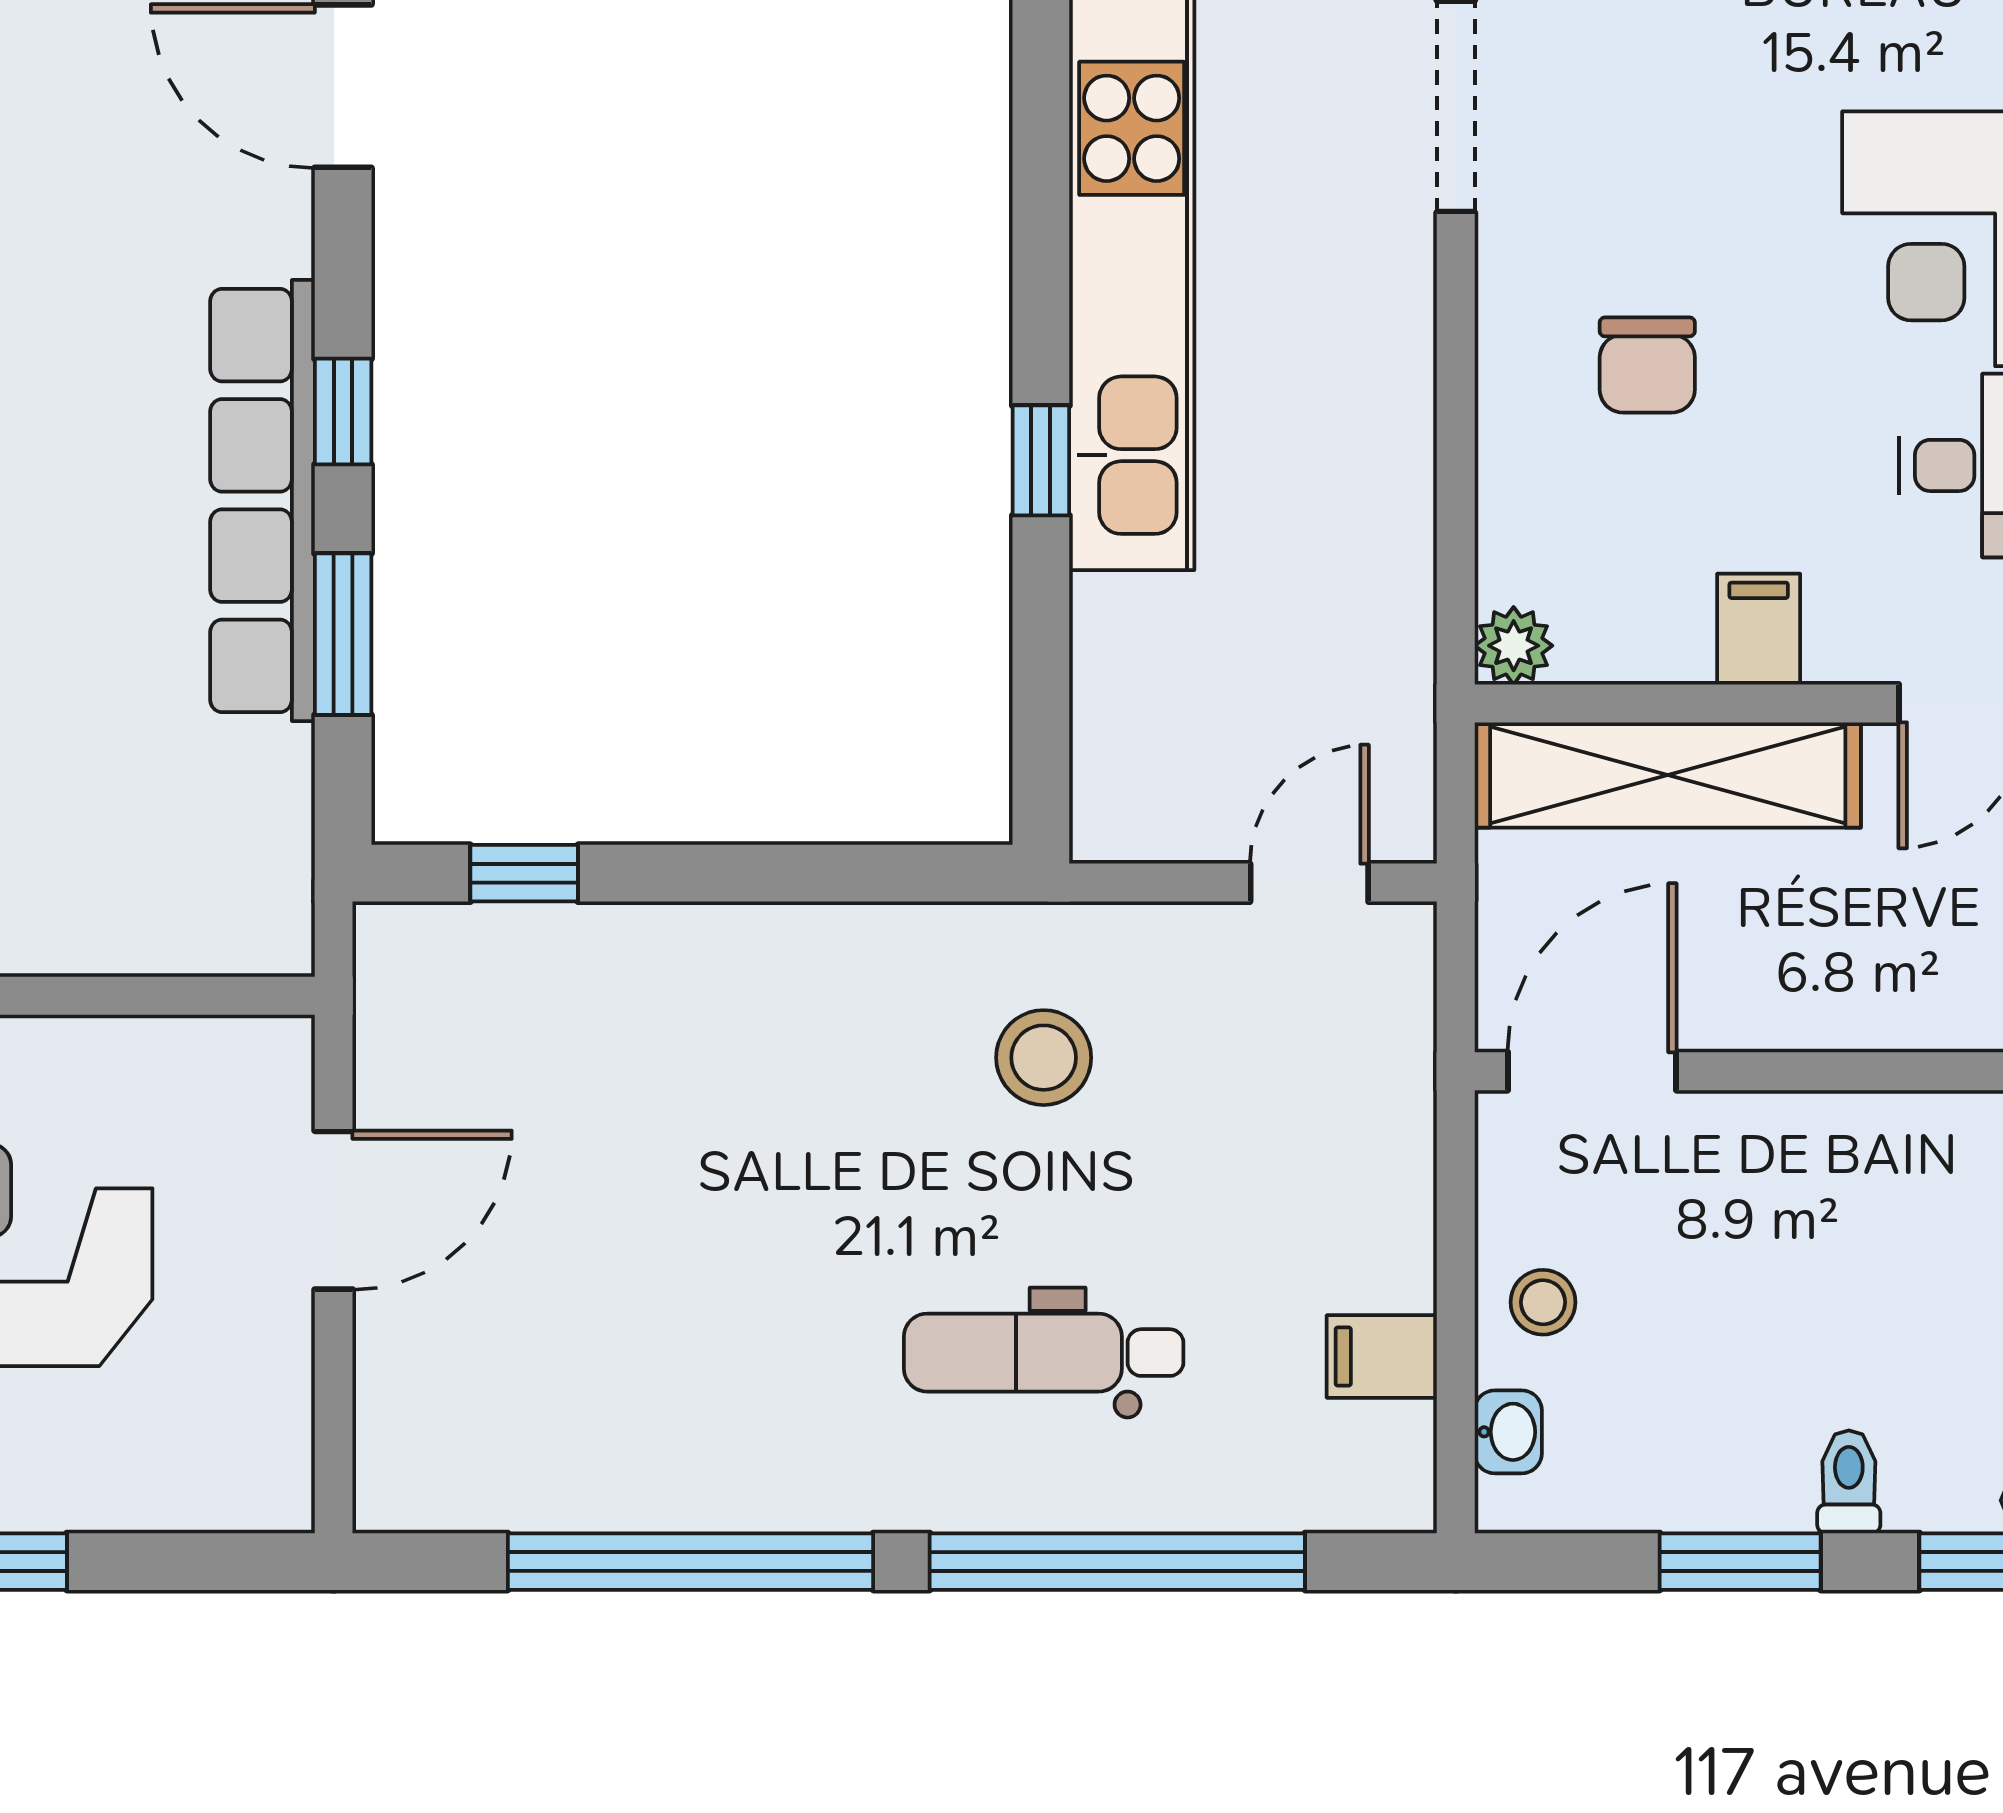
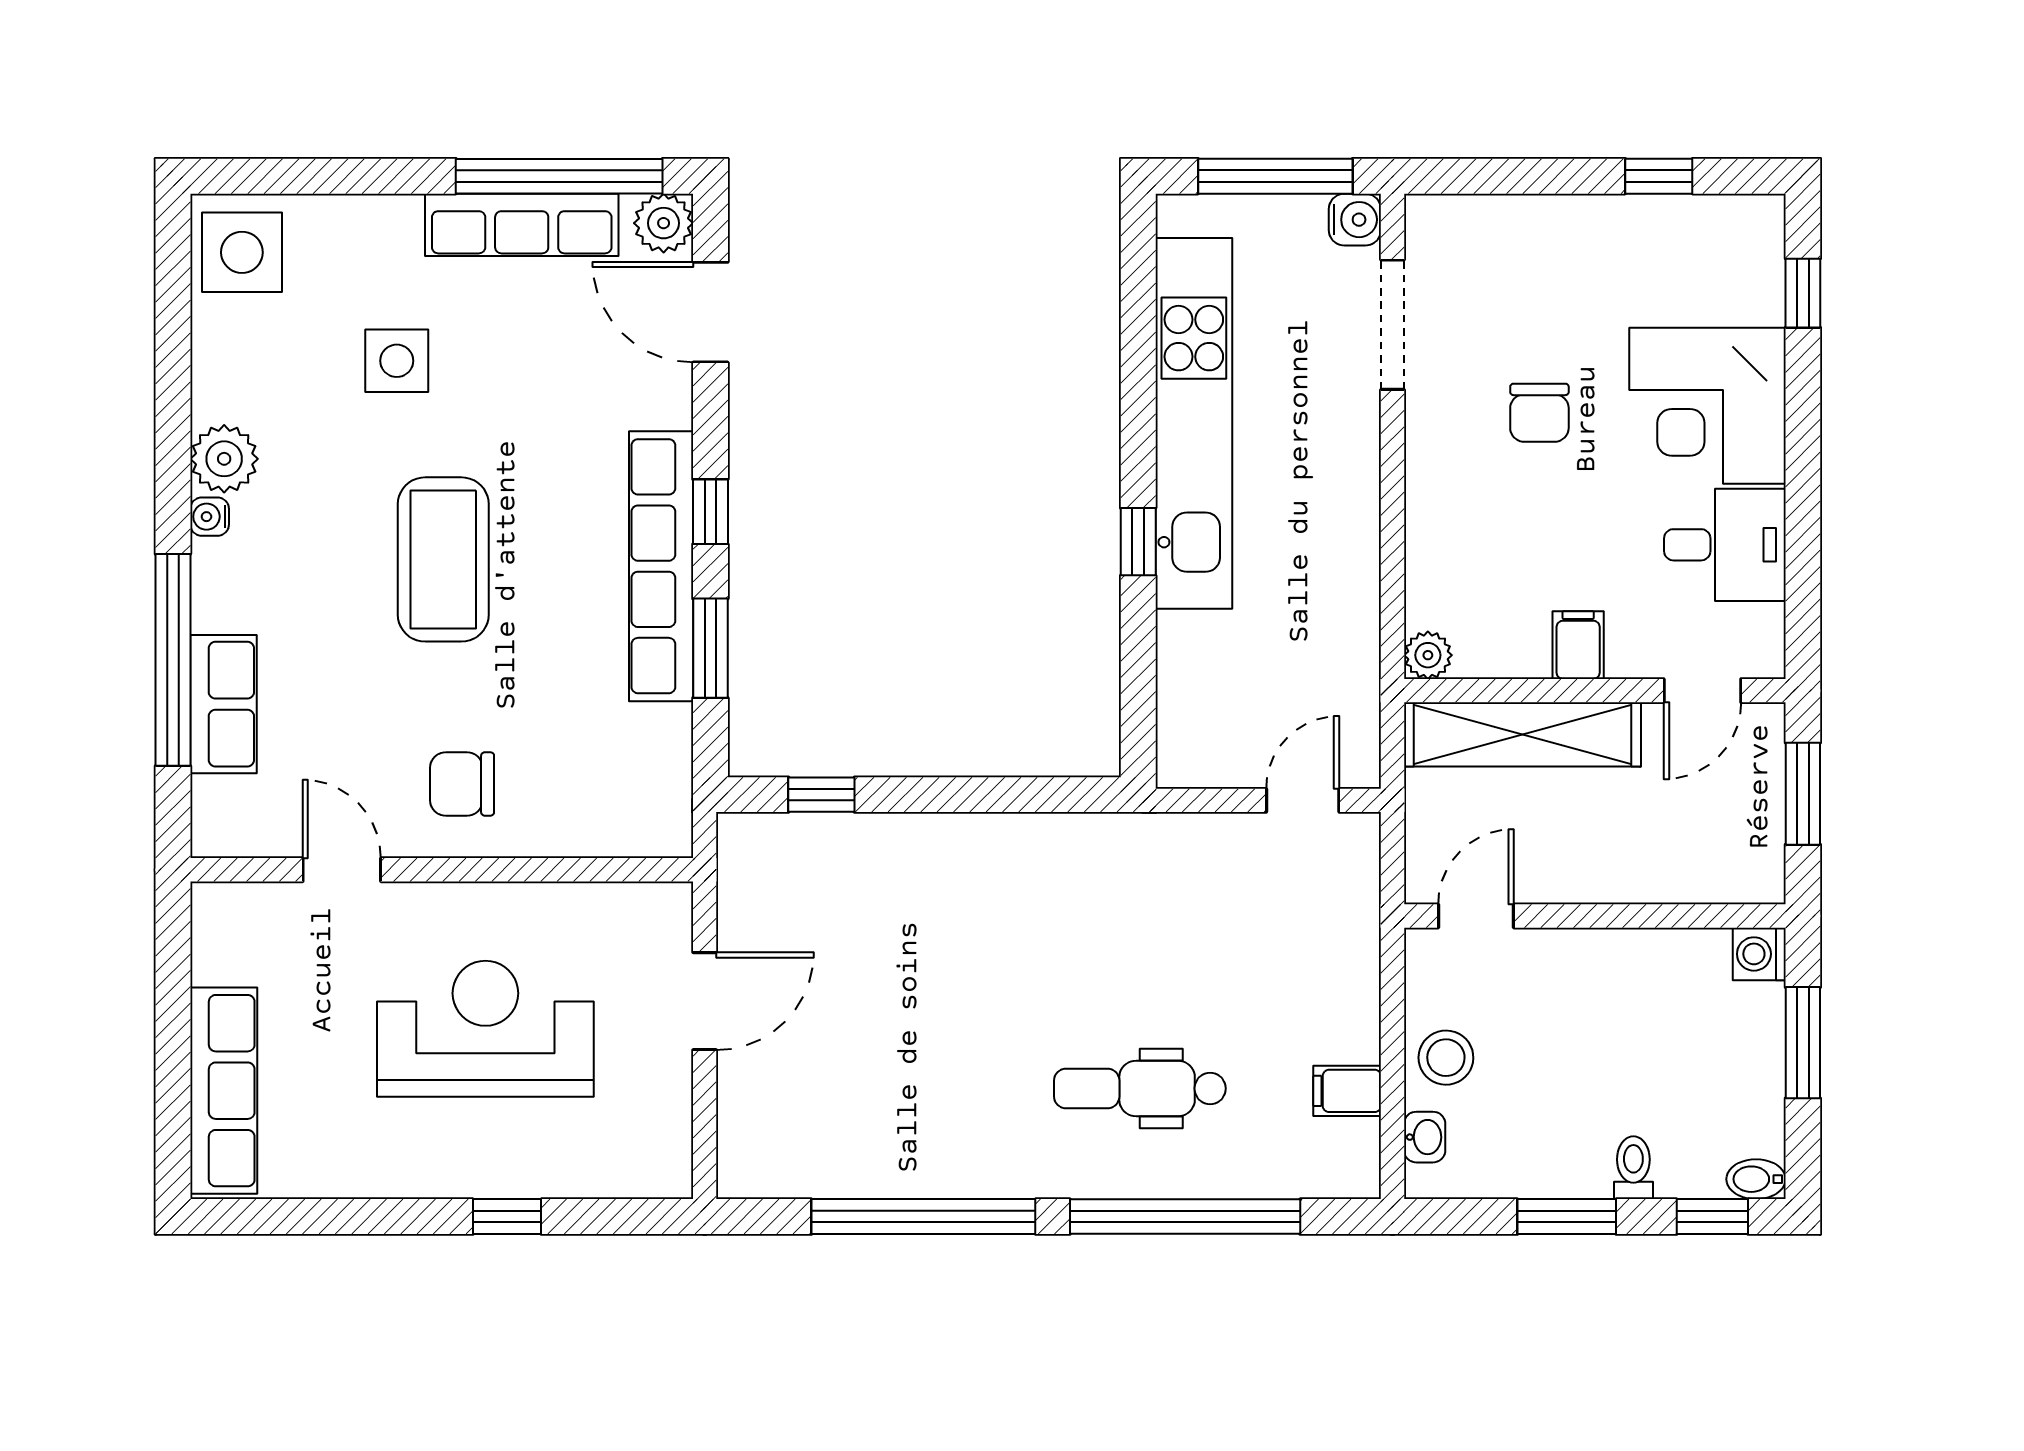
chair: (1647, 365) -> (1539, 413), moved
stool: (1044, 1058) -> (1140, 908), removed
door: (1592, 1071) -> (1476, 916), width x0.73
stool: (1543, 1302) -> (1446, 1058), width x1.37, depth x1.37

